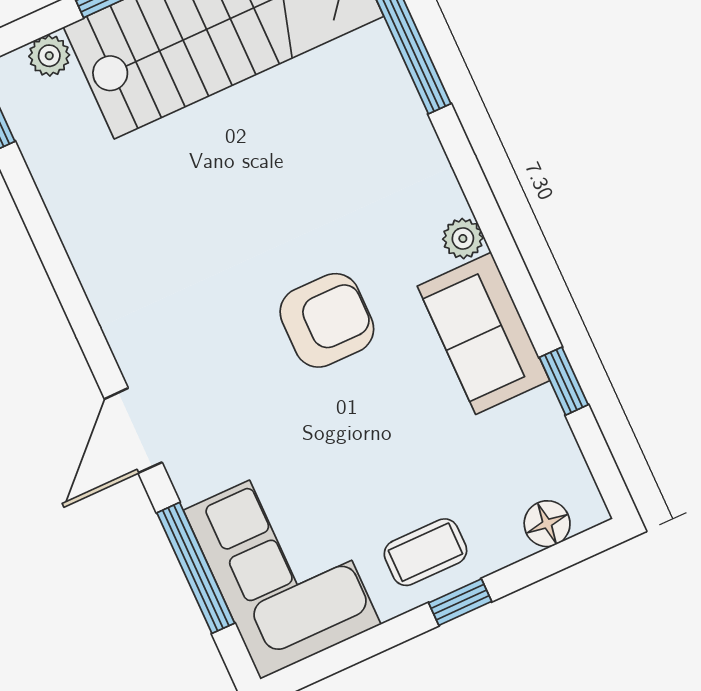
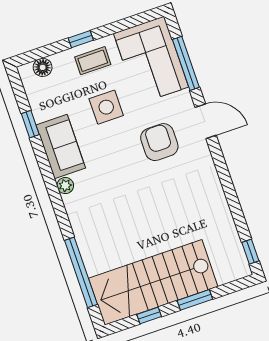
plant: (49, 56) -> (225, 276), removed
armchair: (327, 320) -> (159, 142), moved, turned 90
door: (133, 431) -> (206, 121), hinge flipped
side table: (381, 441) -> (106, 107), added

